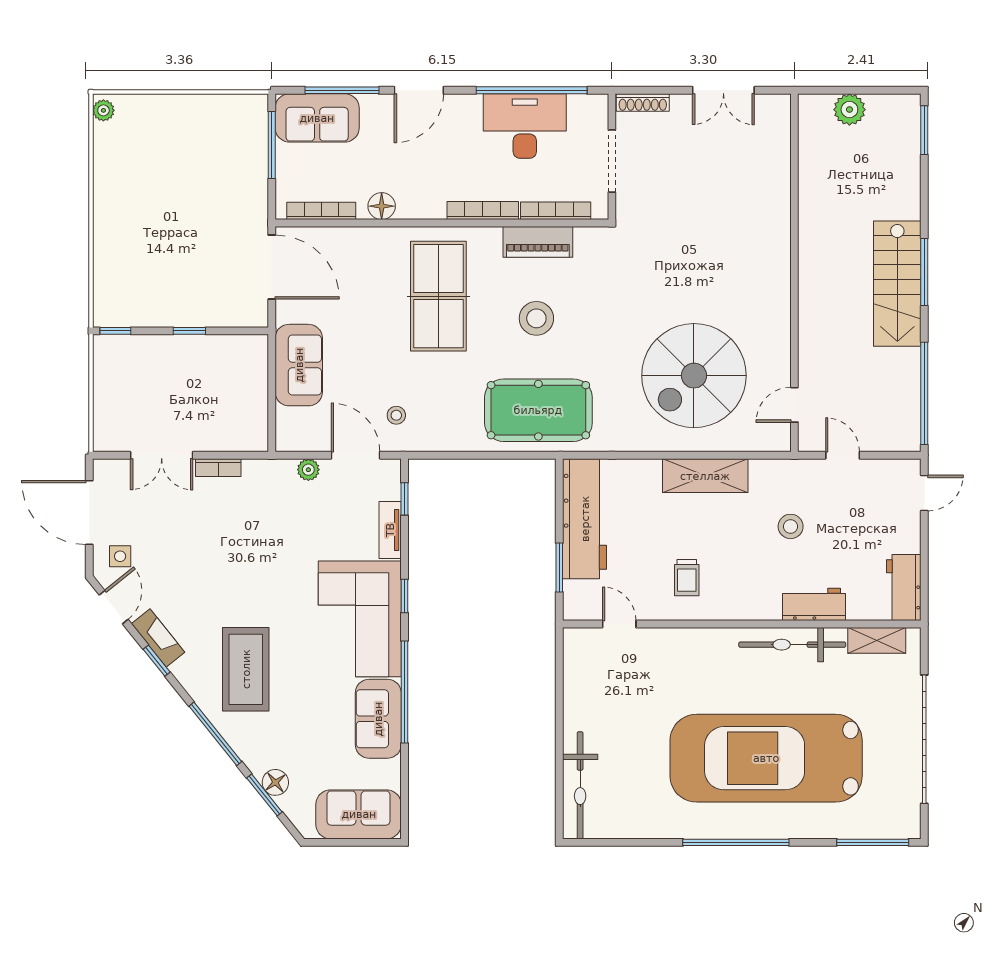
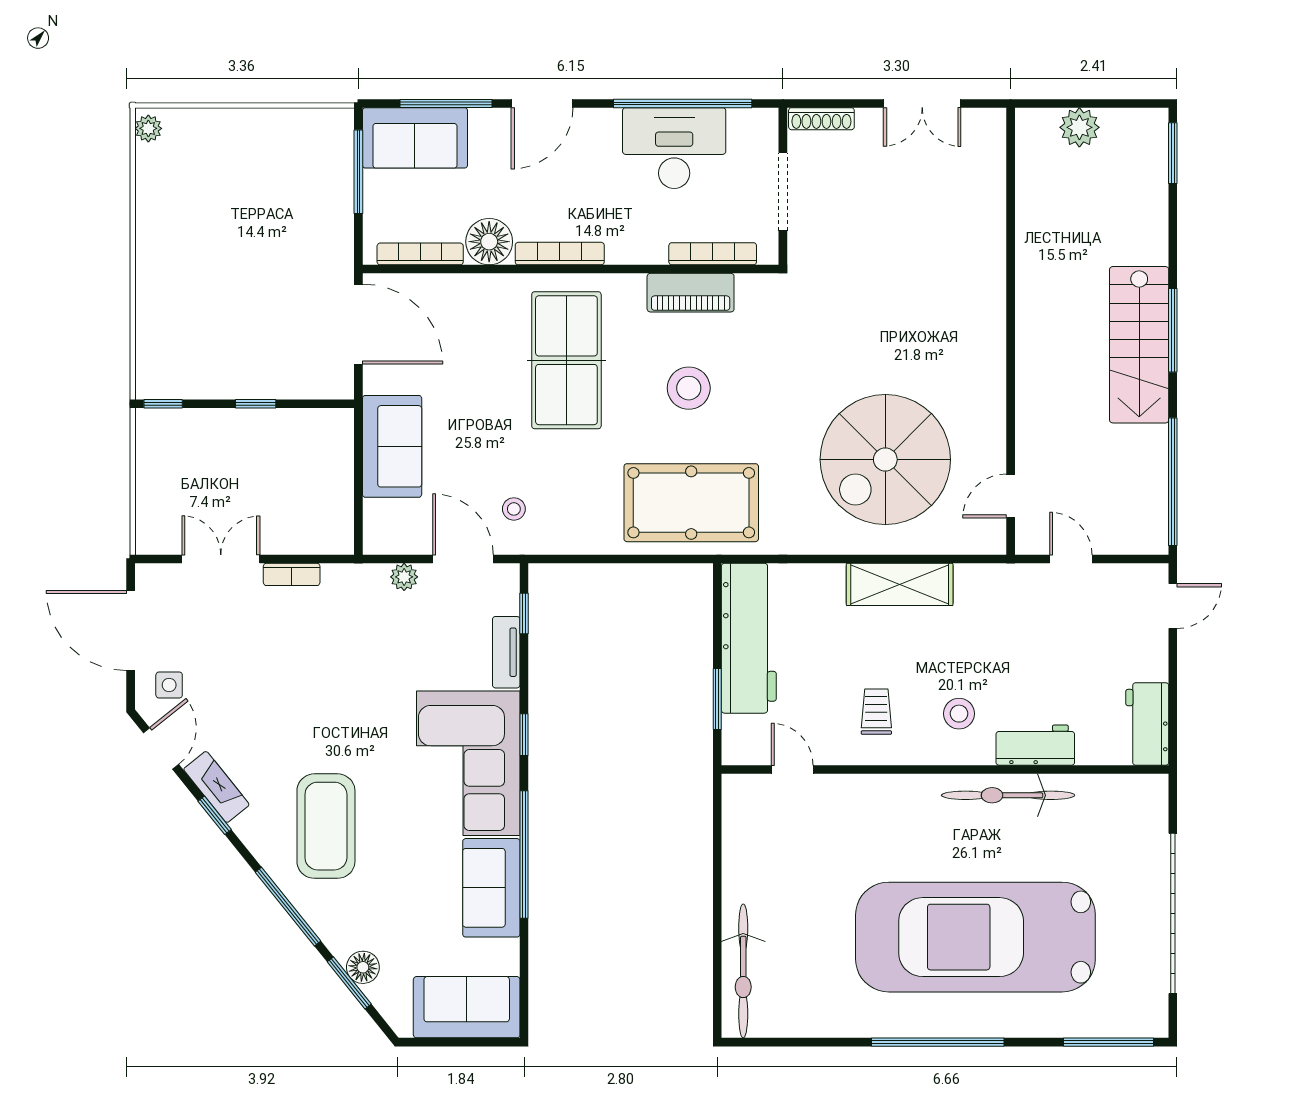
floor lamp: (382, 206) -> (489, 242), width x1.38, depth x1.38
bookcase: (483, 211) -> (560, 254), moved
double door: (162, 455) -> (221, 559), swing flipped
stool: (791, 526) -> (959, 714), moved
trolley: (687, 578) -> (876, 712), turned 180
shelving: (877, 640) -> (1114, 790), removed

